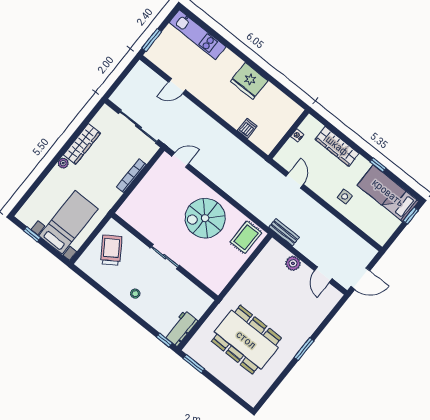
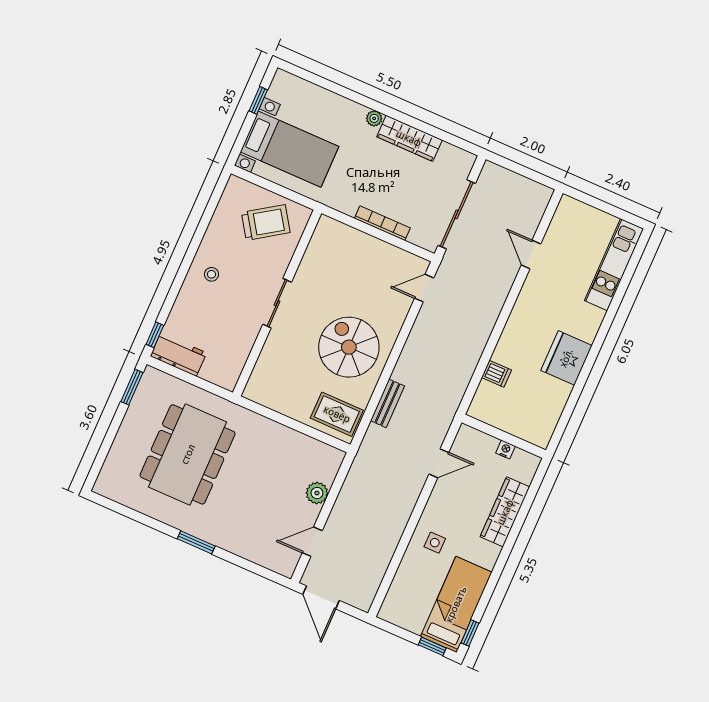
window: (152, 40) -> (588, 200), removed
door: (180, 160) -> (424, 288), swing flipped
window: (378, 165) -> (470, 633), moved
bench: (284, 232) -> (387, 403), moved

